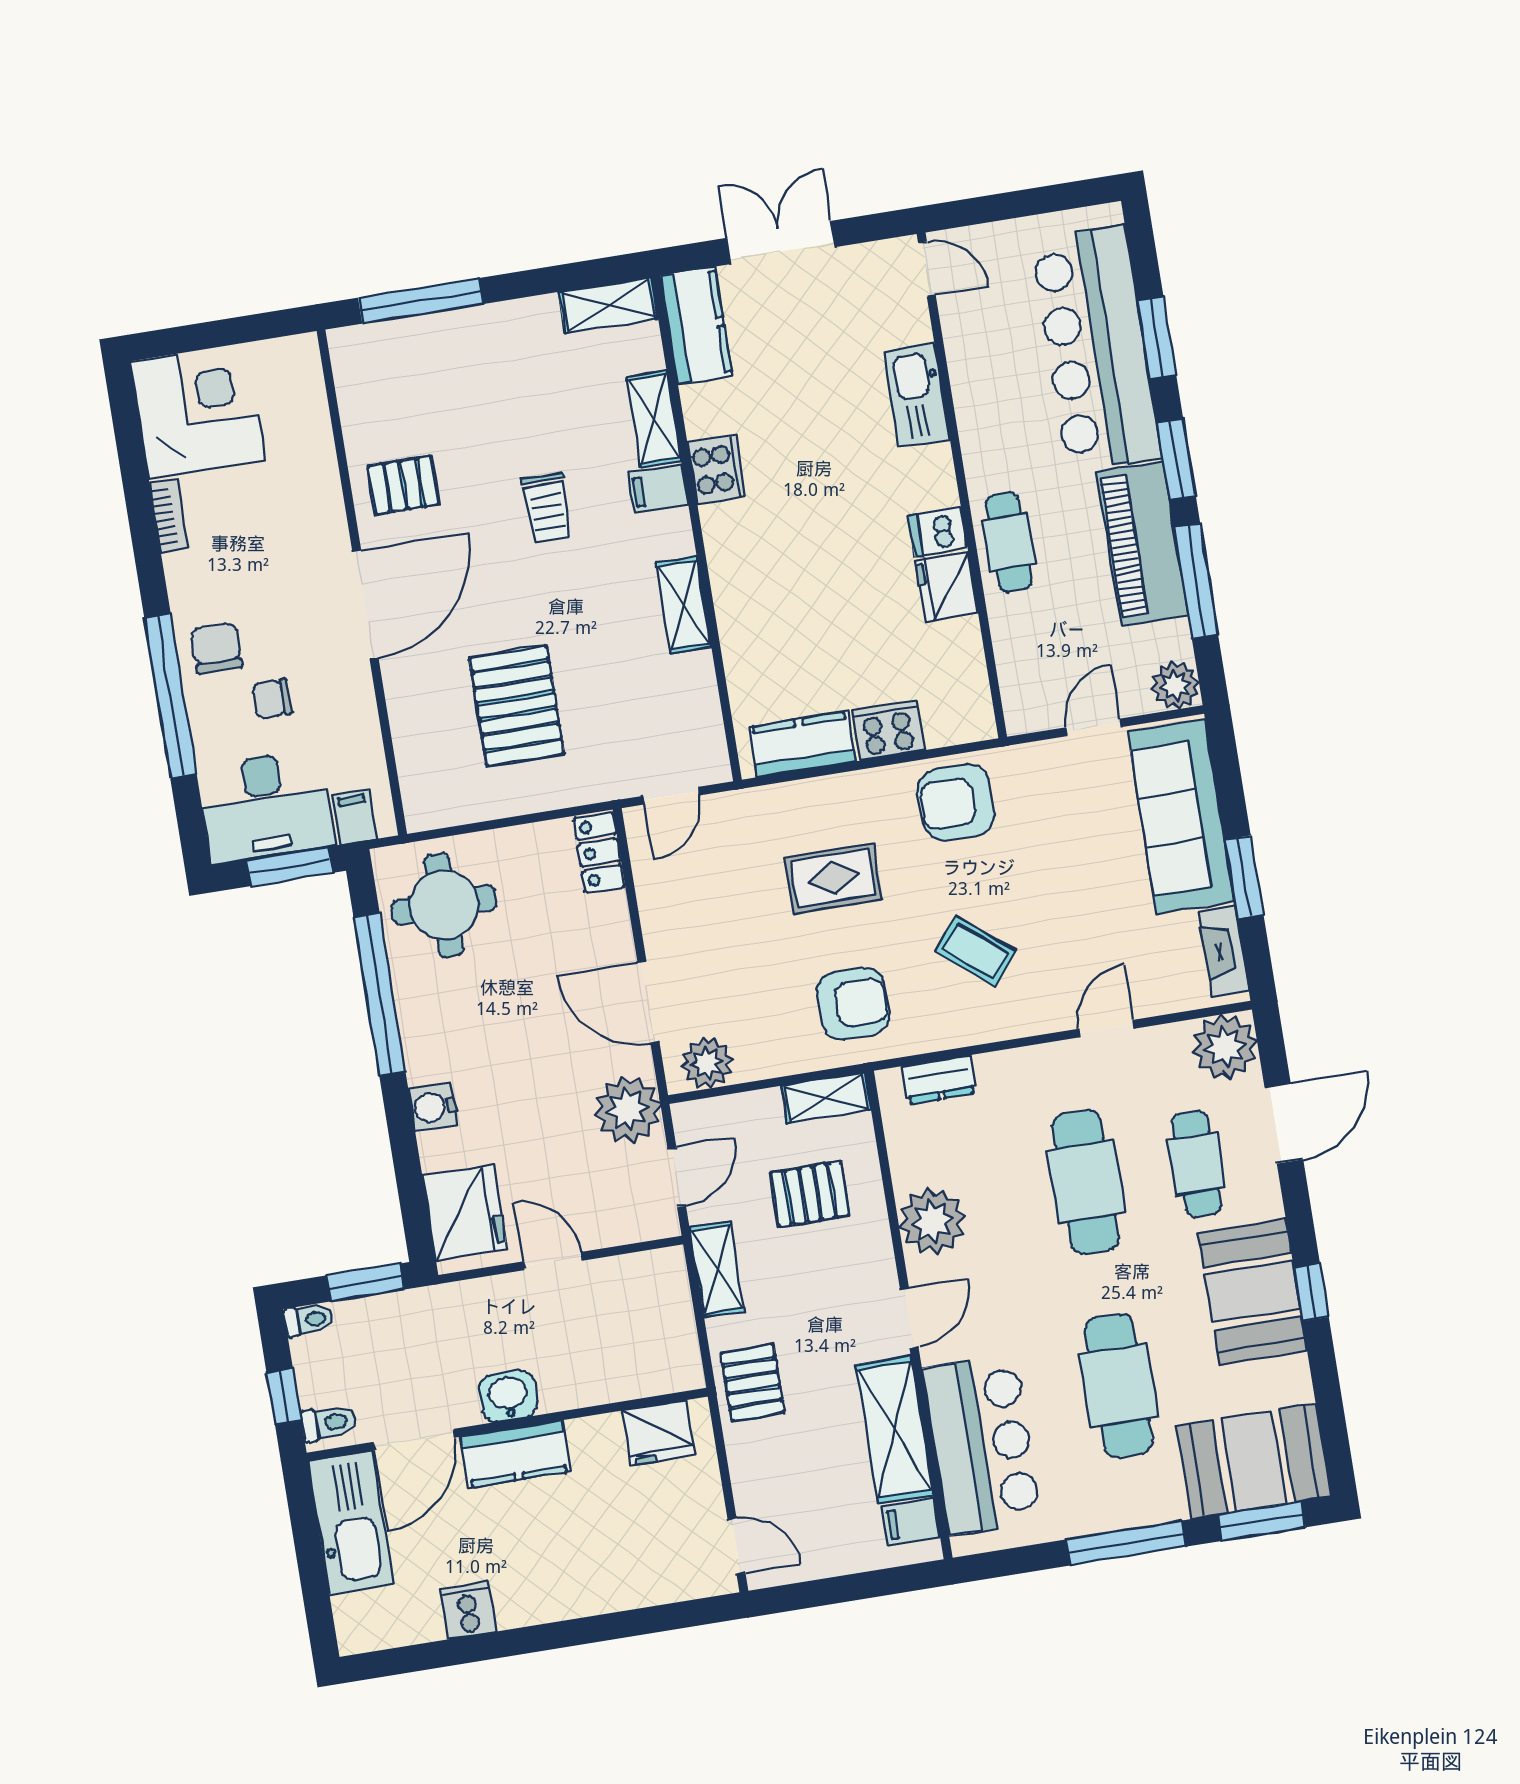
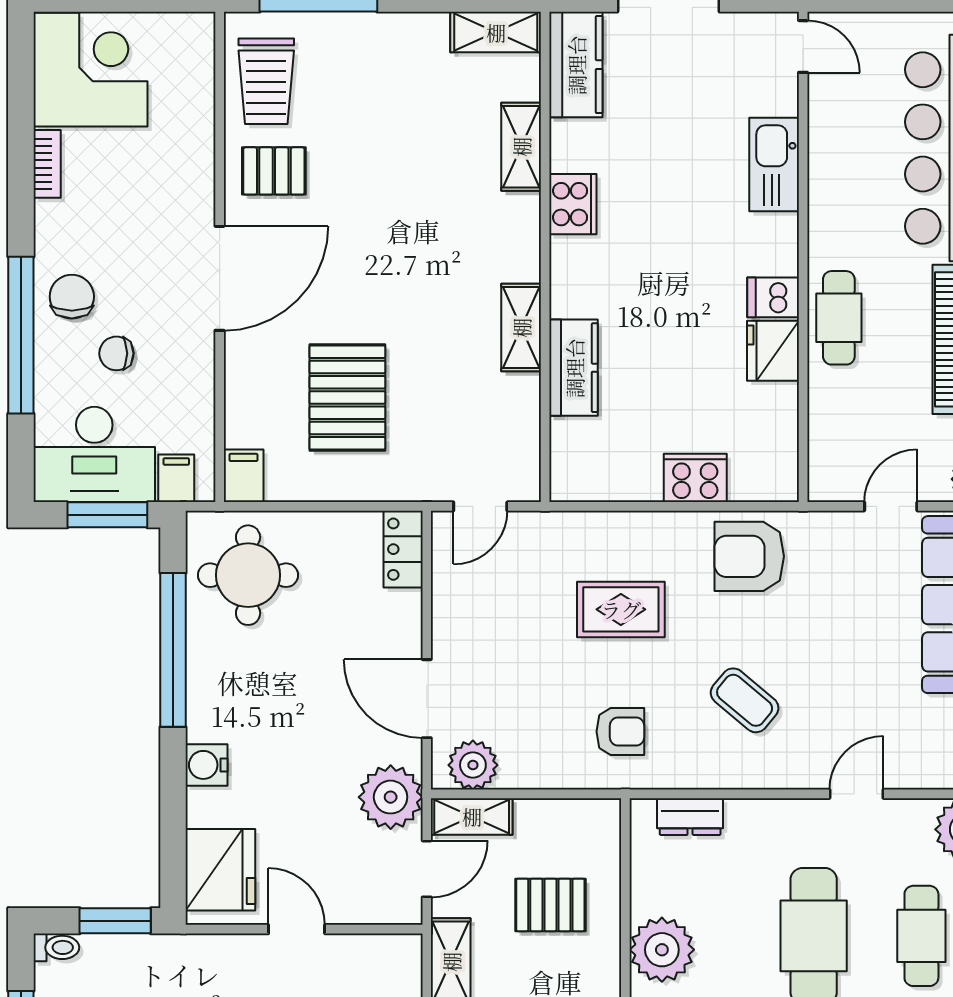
filing cabinet: (658, 489) -> (244, 476), moved, turned 90
trolley: (547, 508) -> (266, 81), moved, width x1.36, depth x1.39
kitchen counter: (802, 744) -> (574, 368), moved, turned 90
armchair: (853, 1004) -> (620, 732), width x0.72, depth x0.72
shelving: (826, 1098) -> (472, 816), moved

